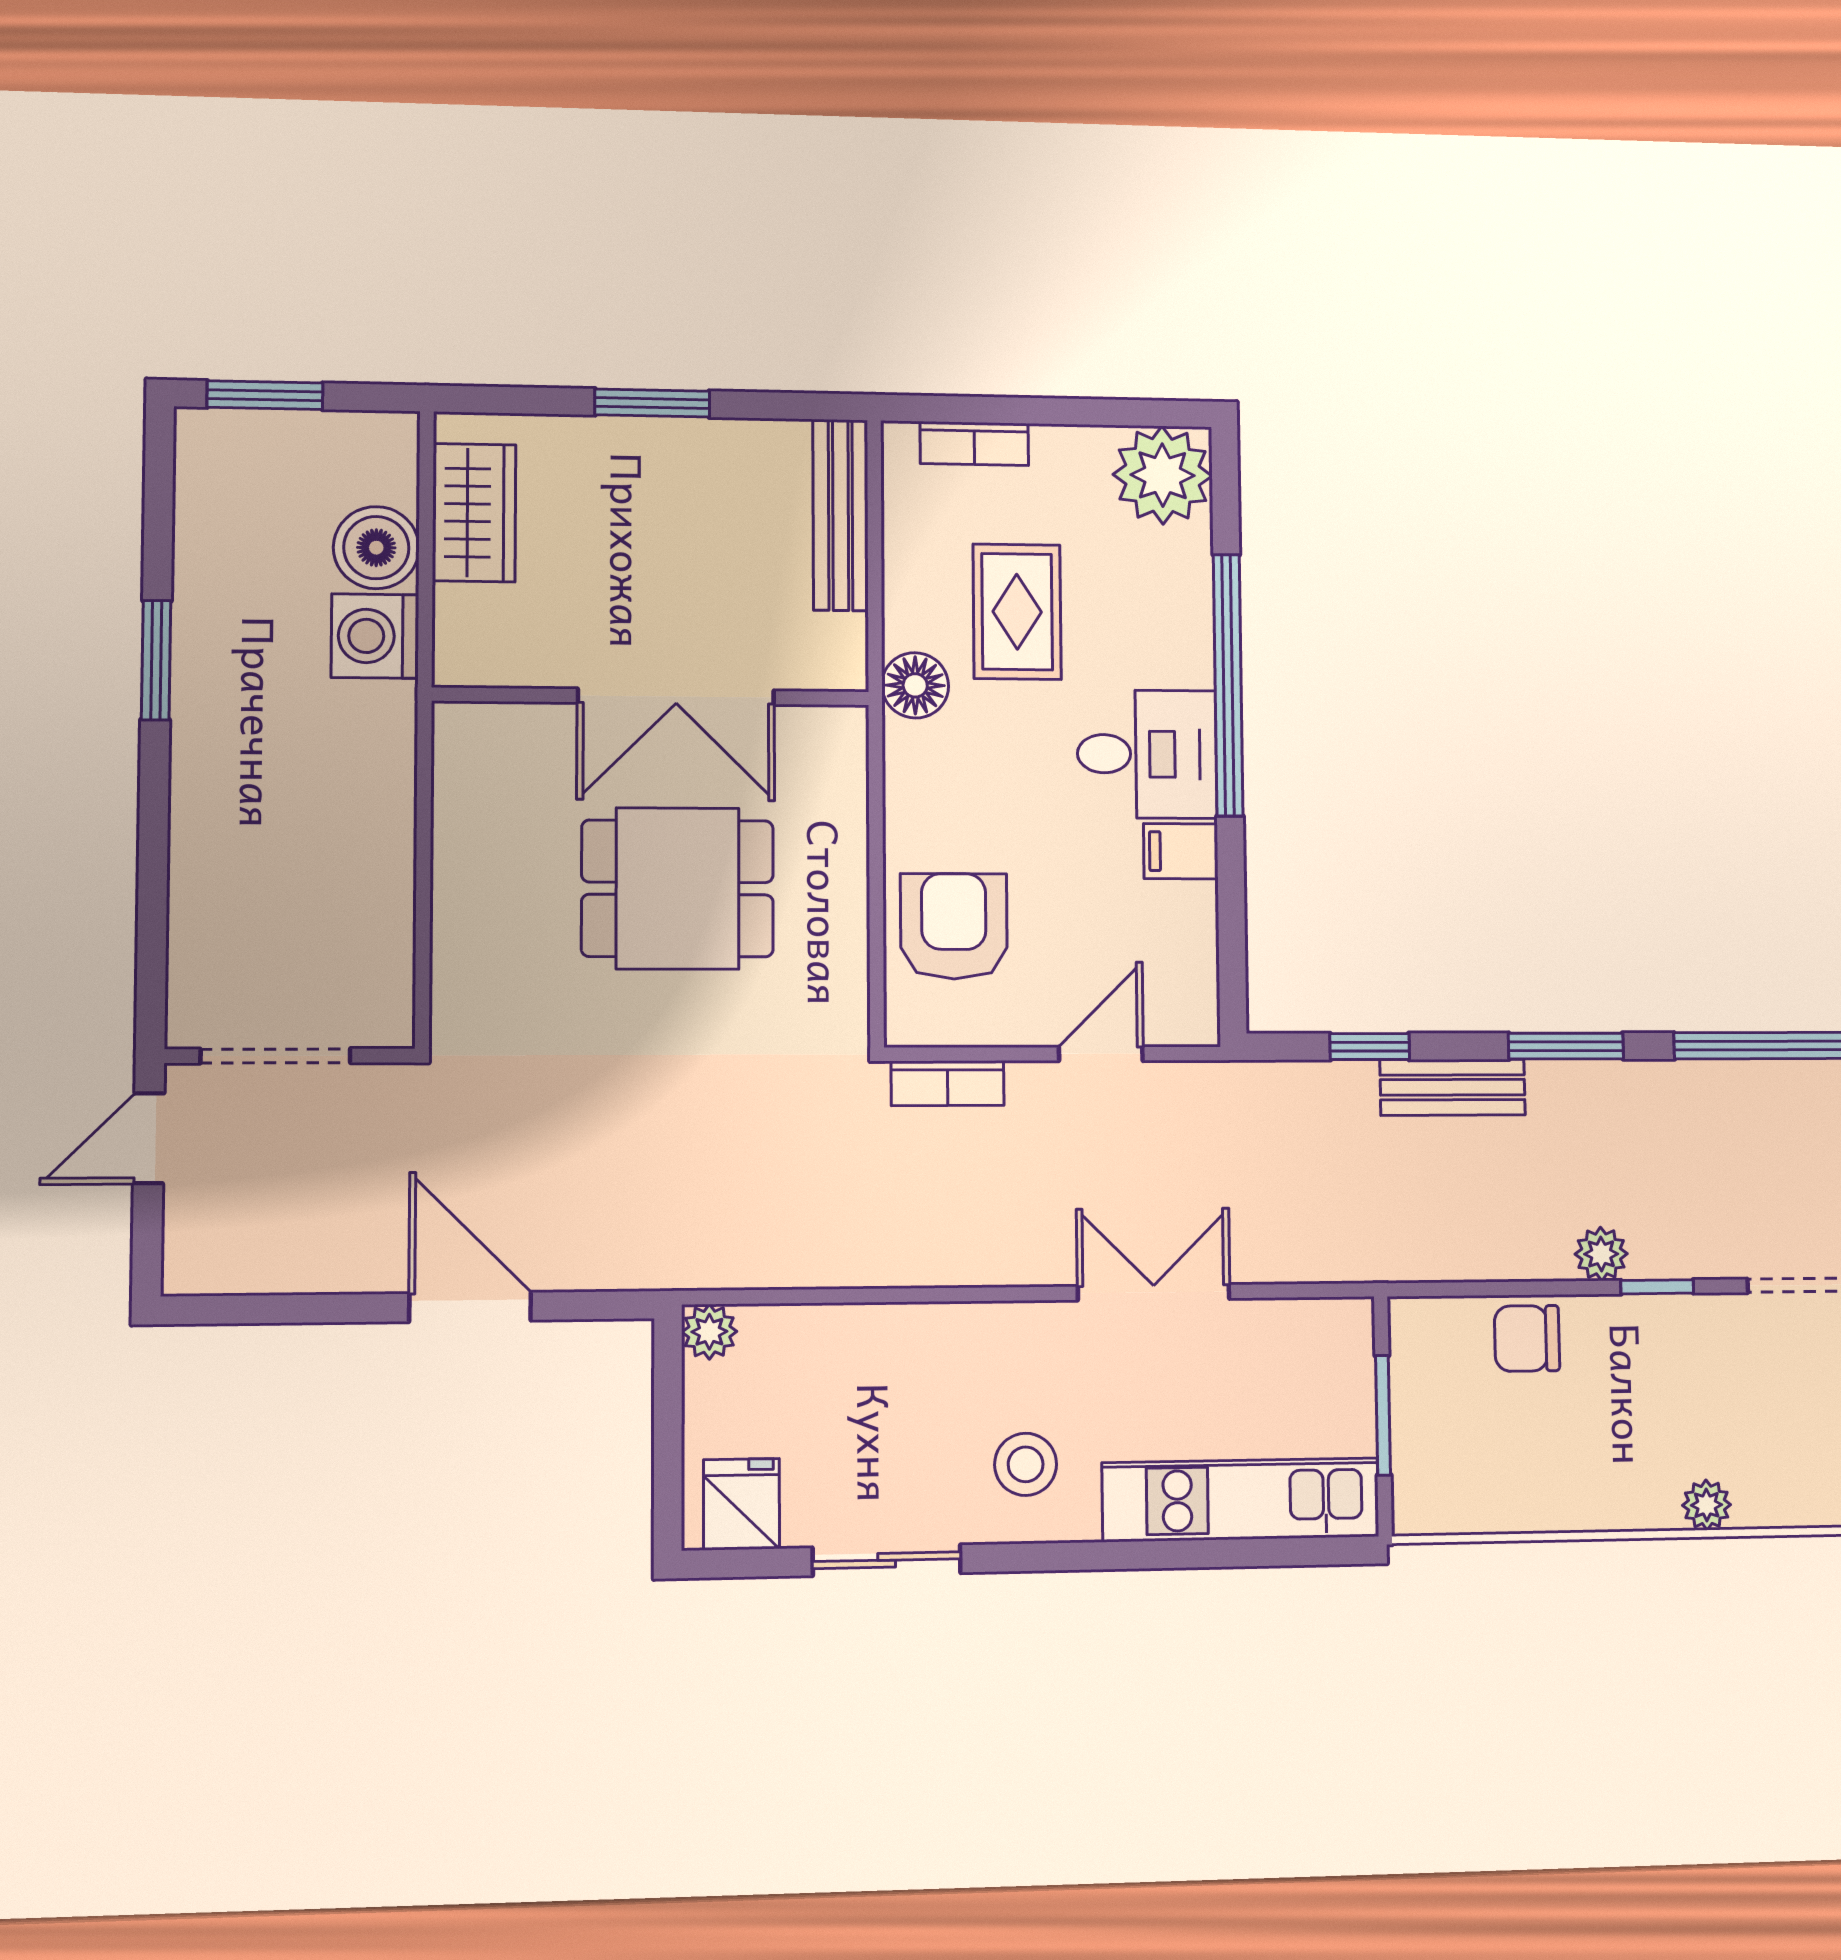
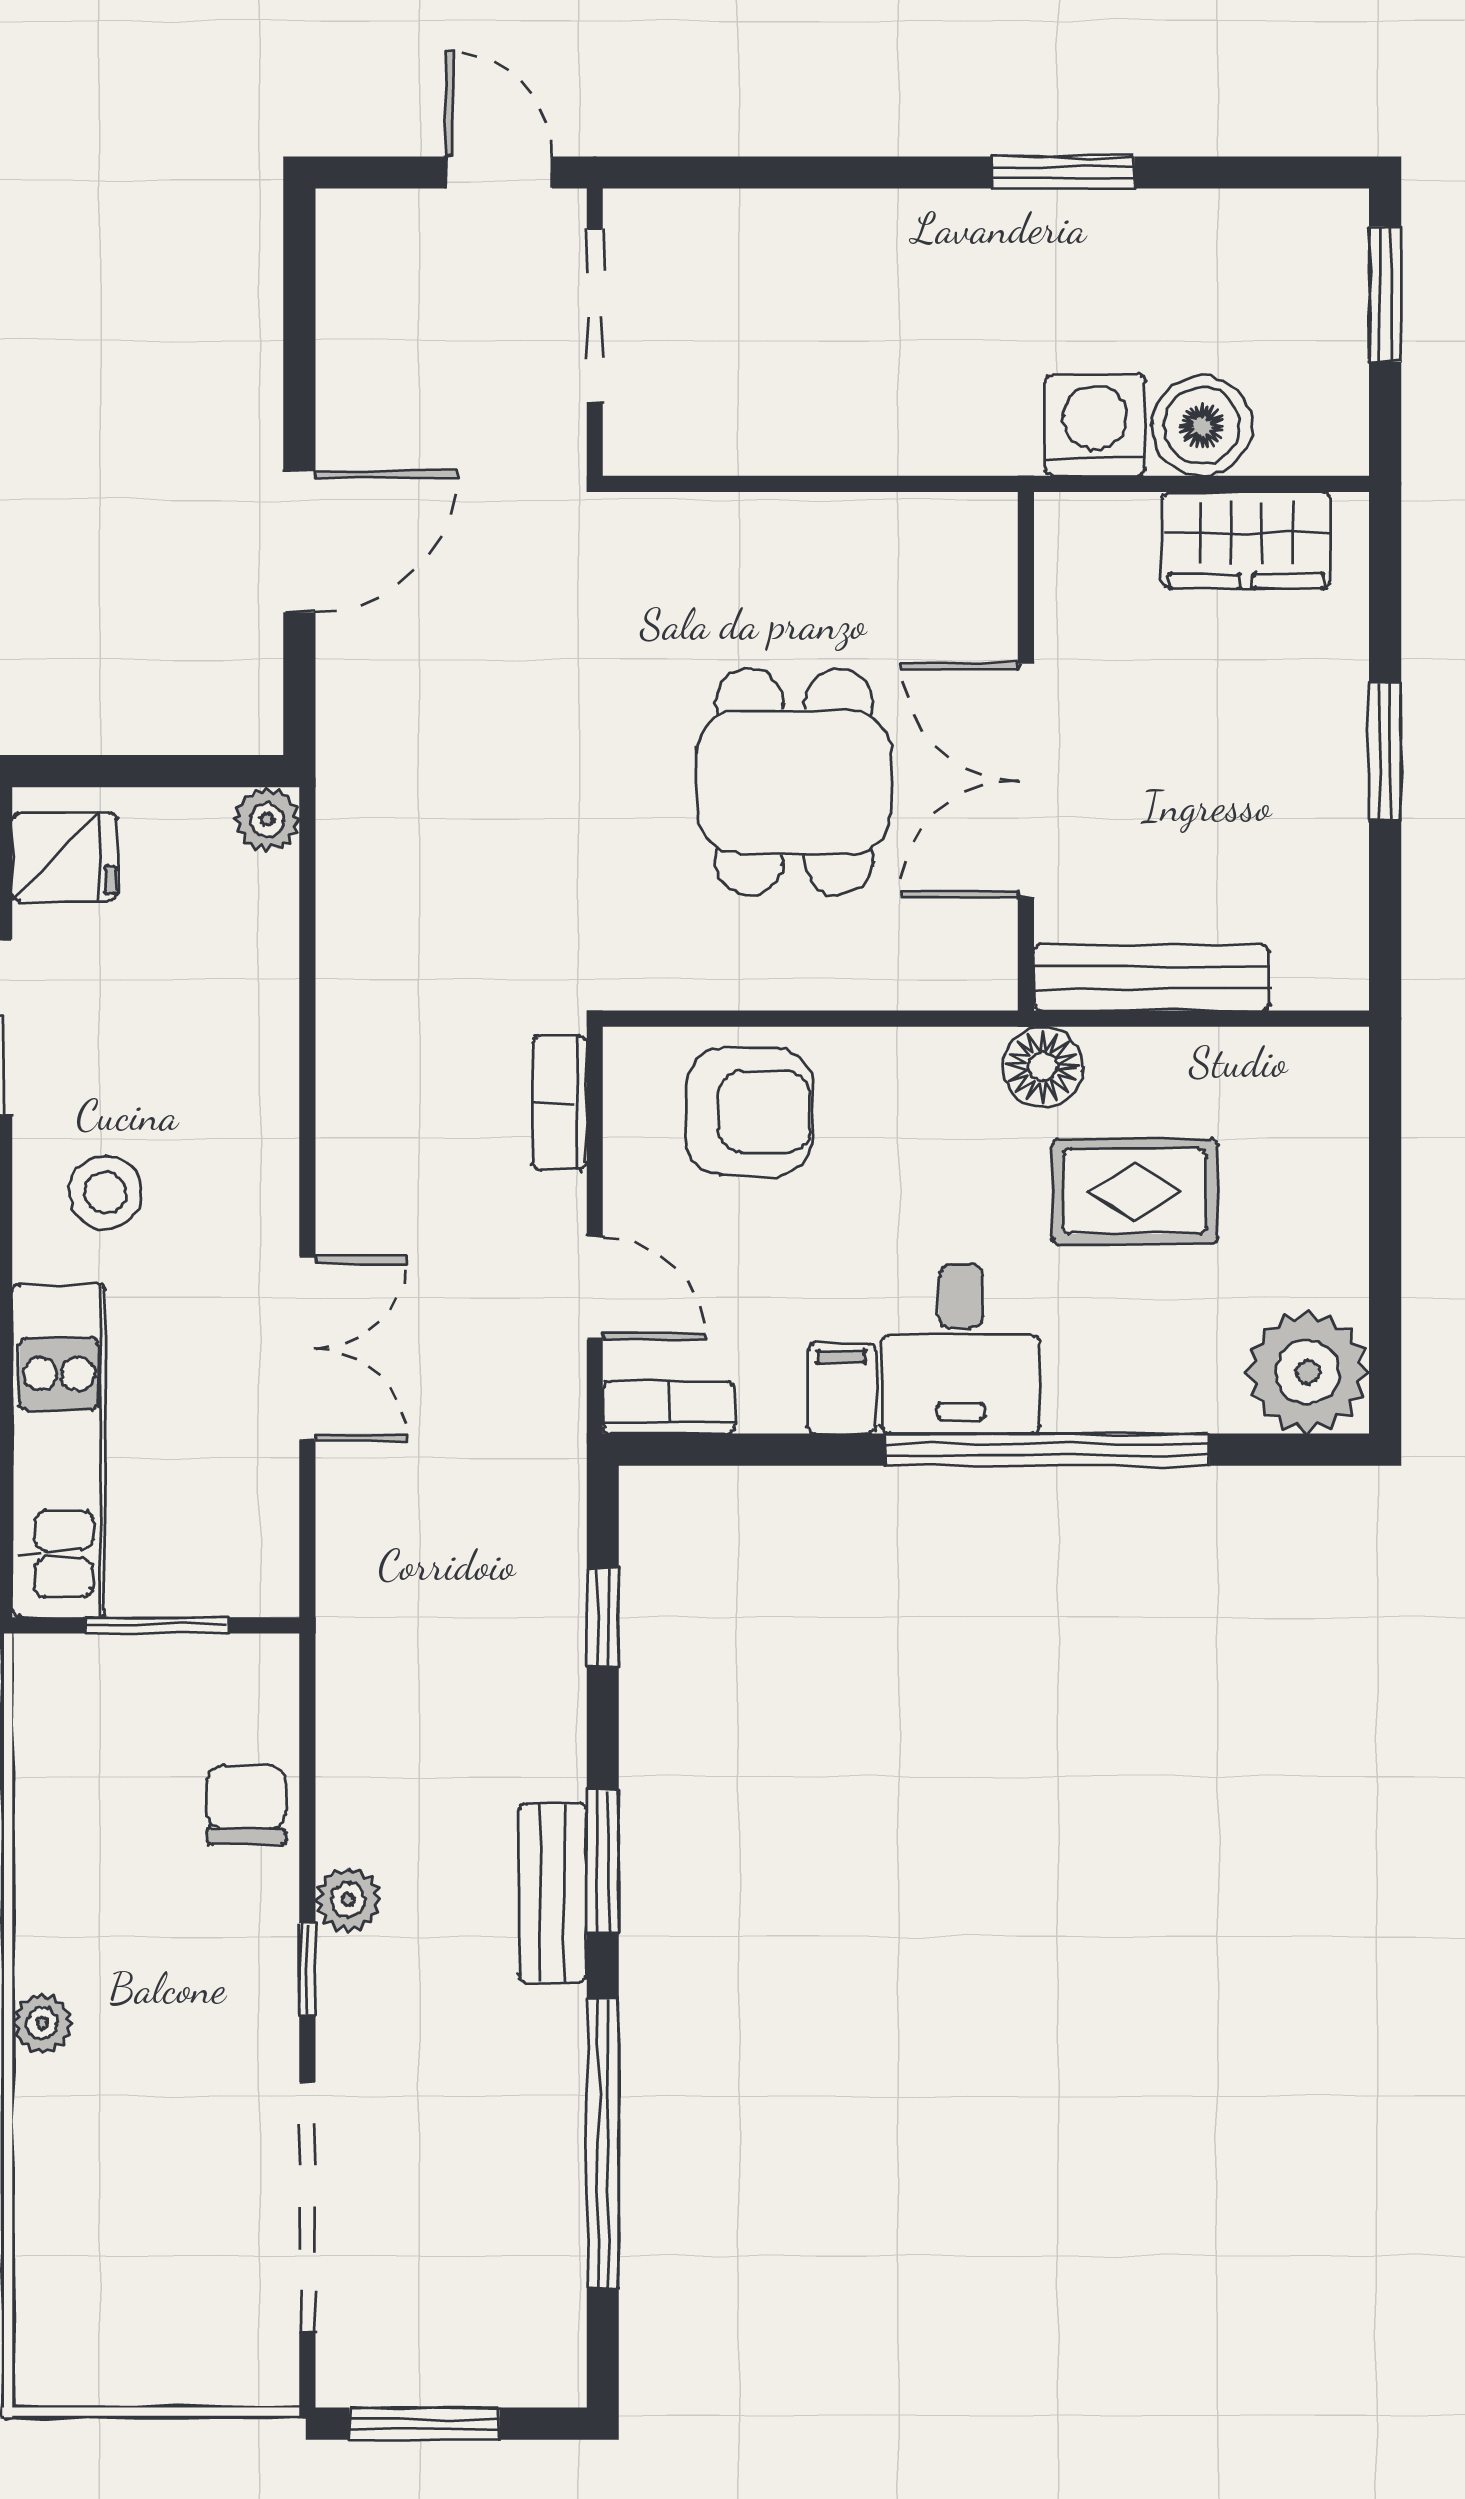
bookcase: (974, 444) -> (669, 1407), moved, turned 90
bench: (841, 515) -> (1152, 978), moved
bench: (1453, 1087) -> (553, 1893), moved

